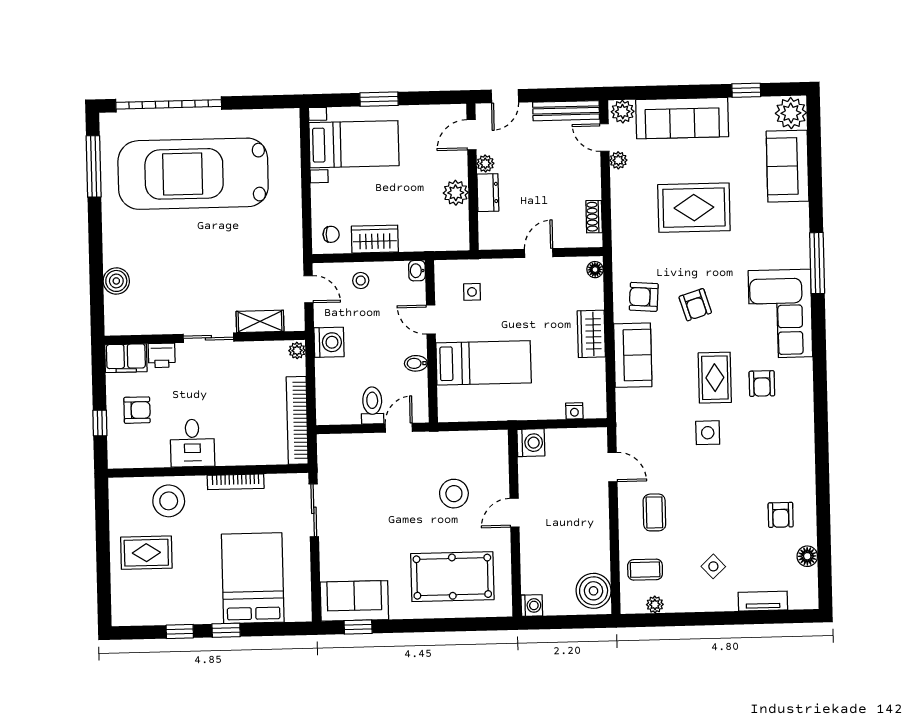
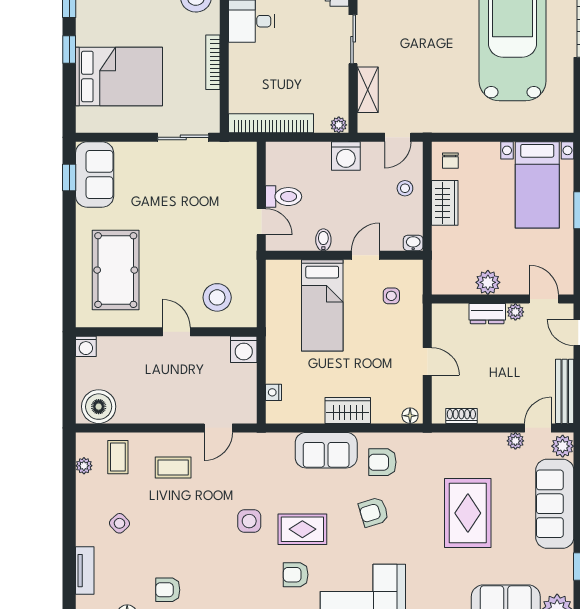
armchair: (644, 297) -> (382, 462), turned -94
stool: (454, 494) -> (217, 297), moved

